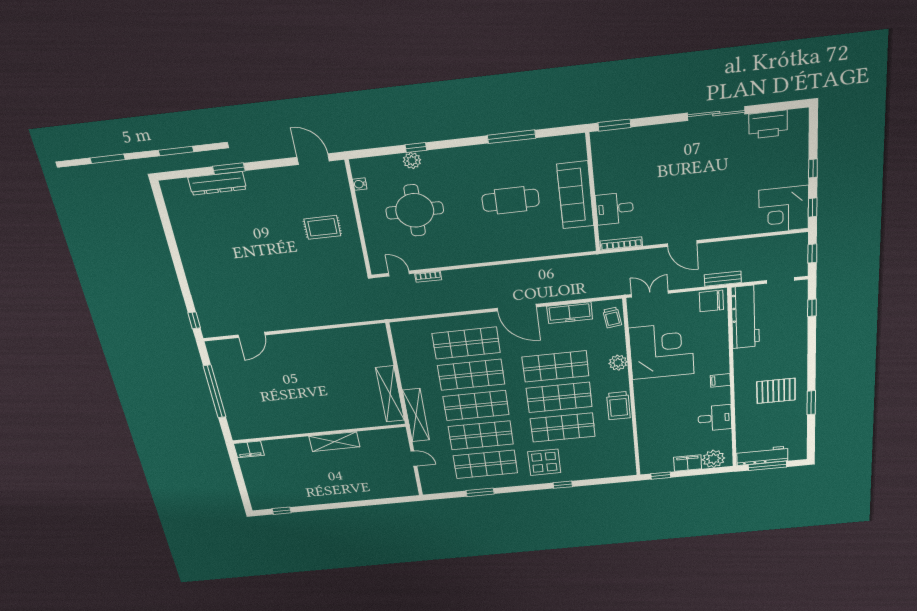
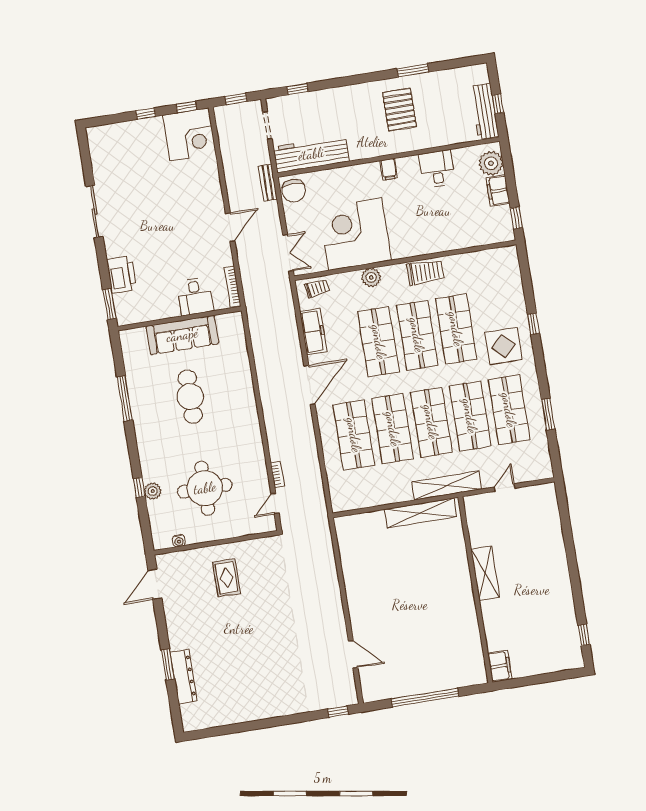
printer: (768, 125) -> (122, 274), moved
double door: (650, 294) -> (288, 253), swing flipped
window: (767, 466) -> (498, 104), width x0.46

